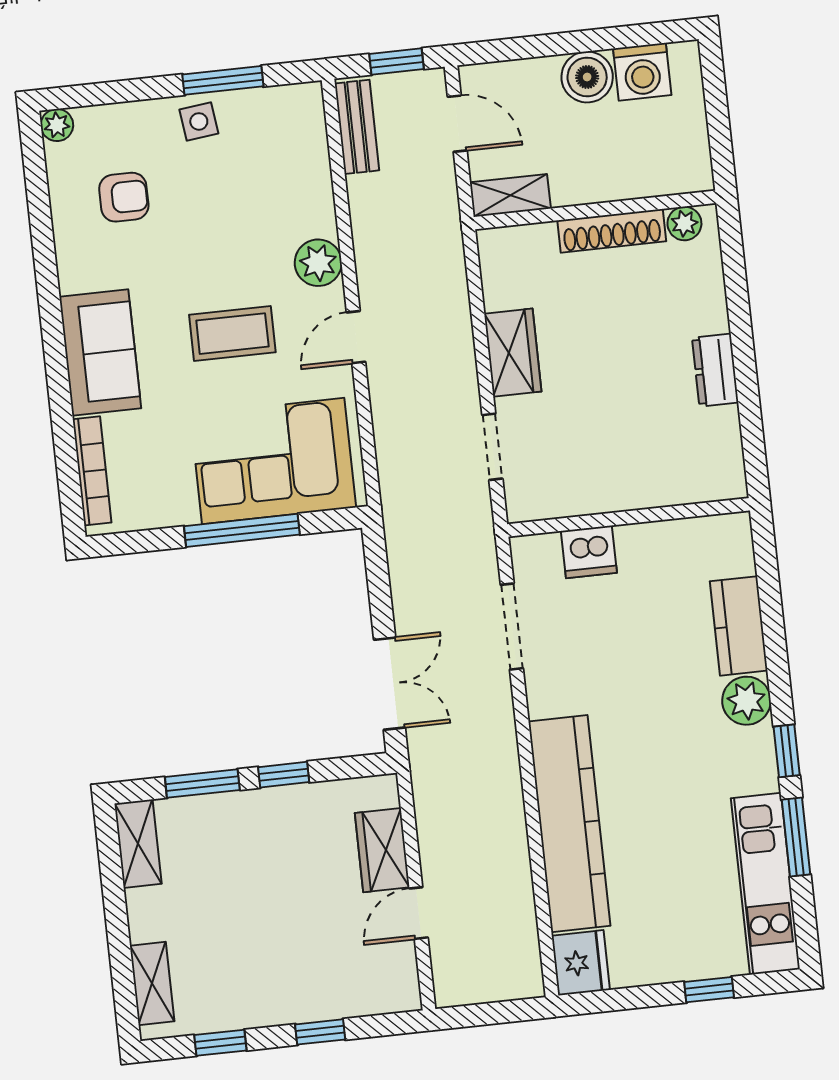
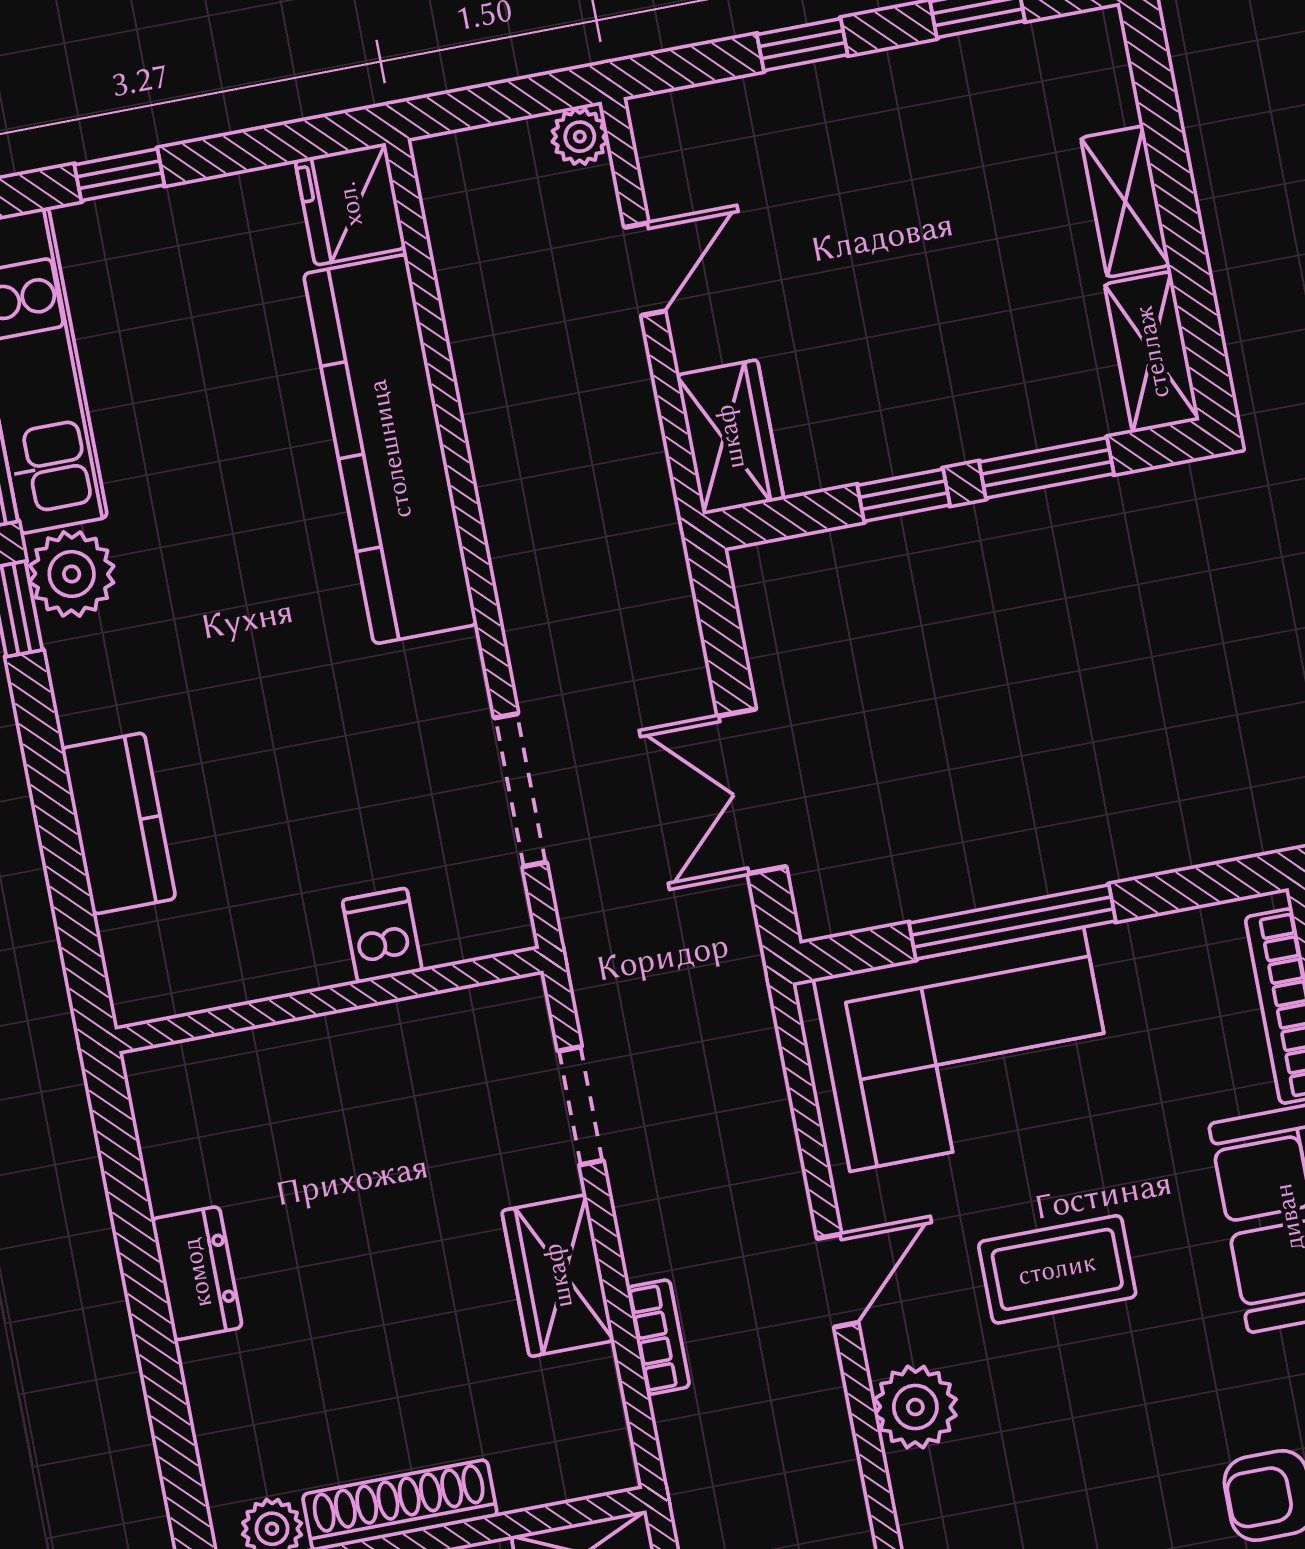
bookcase: (459, 314) -> (658, 1337), added
dishwasher: (589, 552) -> (382, 936), width x0.73
double door: (389, 684) -> (752, 791), moved
plant: (746, 701) -> (72, 574), moved
wardrobe: (382, 850) -> (730, 437), moved
shelving: (152, 984) -> (1125, 202), moved
plant: (449, 990) -> (580, 137), added

